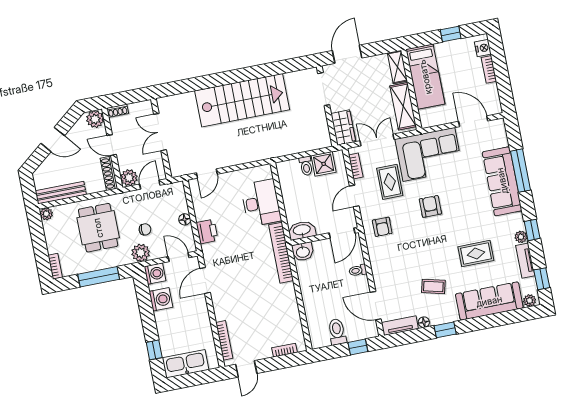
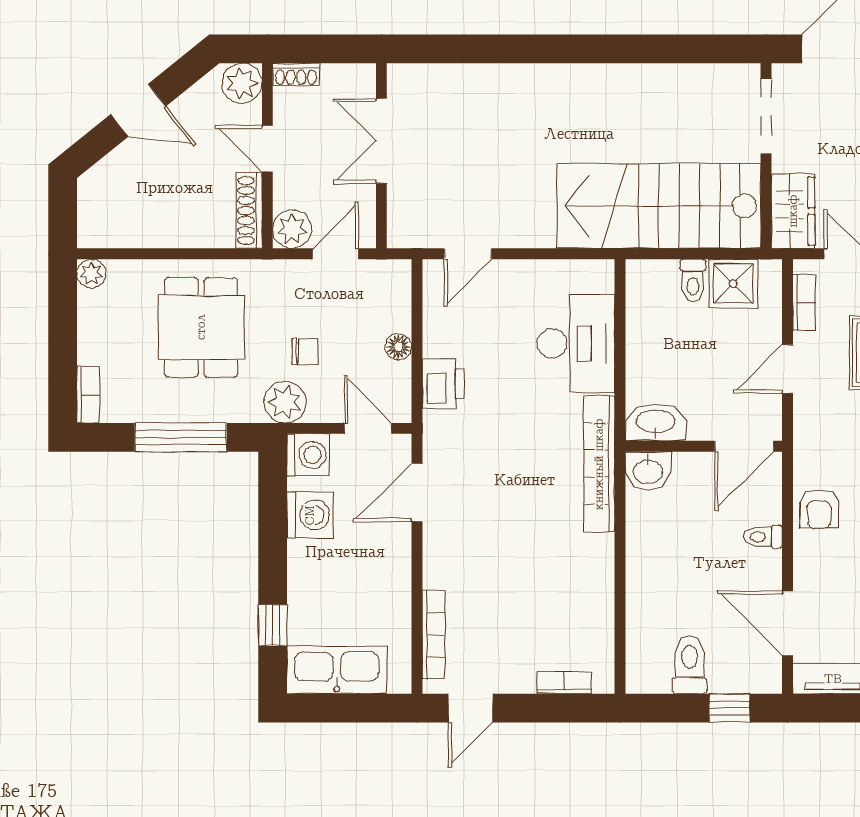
stairs: (242, 100) -> (659, 206), moved, turned 180
bench: (61, 193) -> (133, 233), removed
armchair: (382, 227) -> (819, 509), moved

